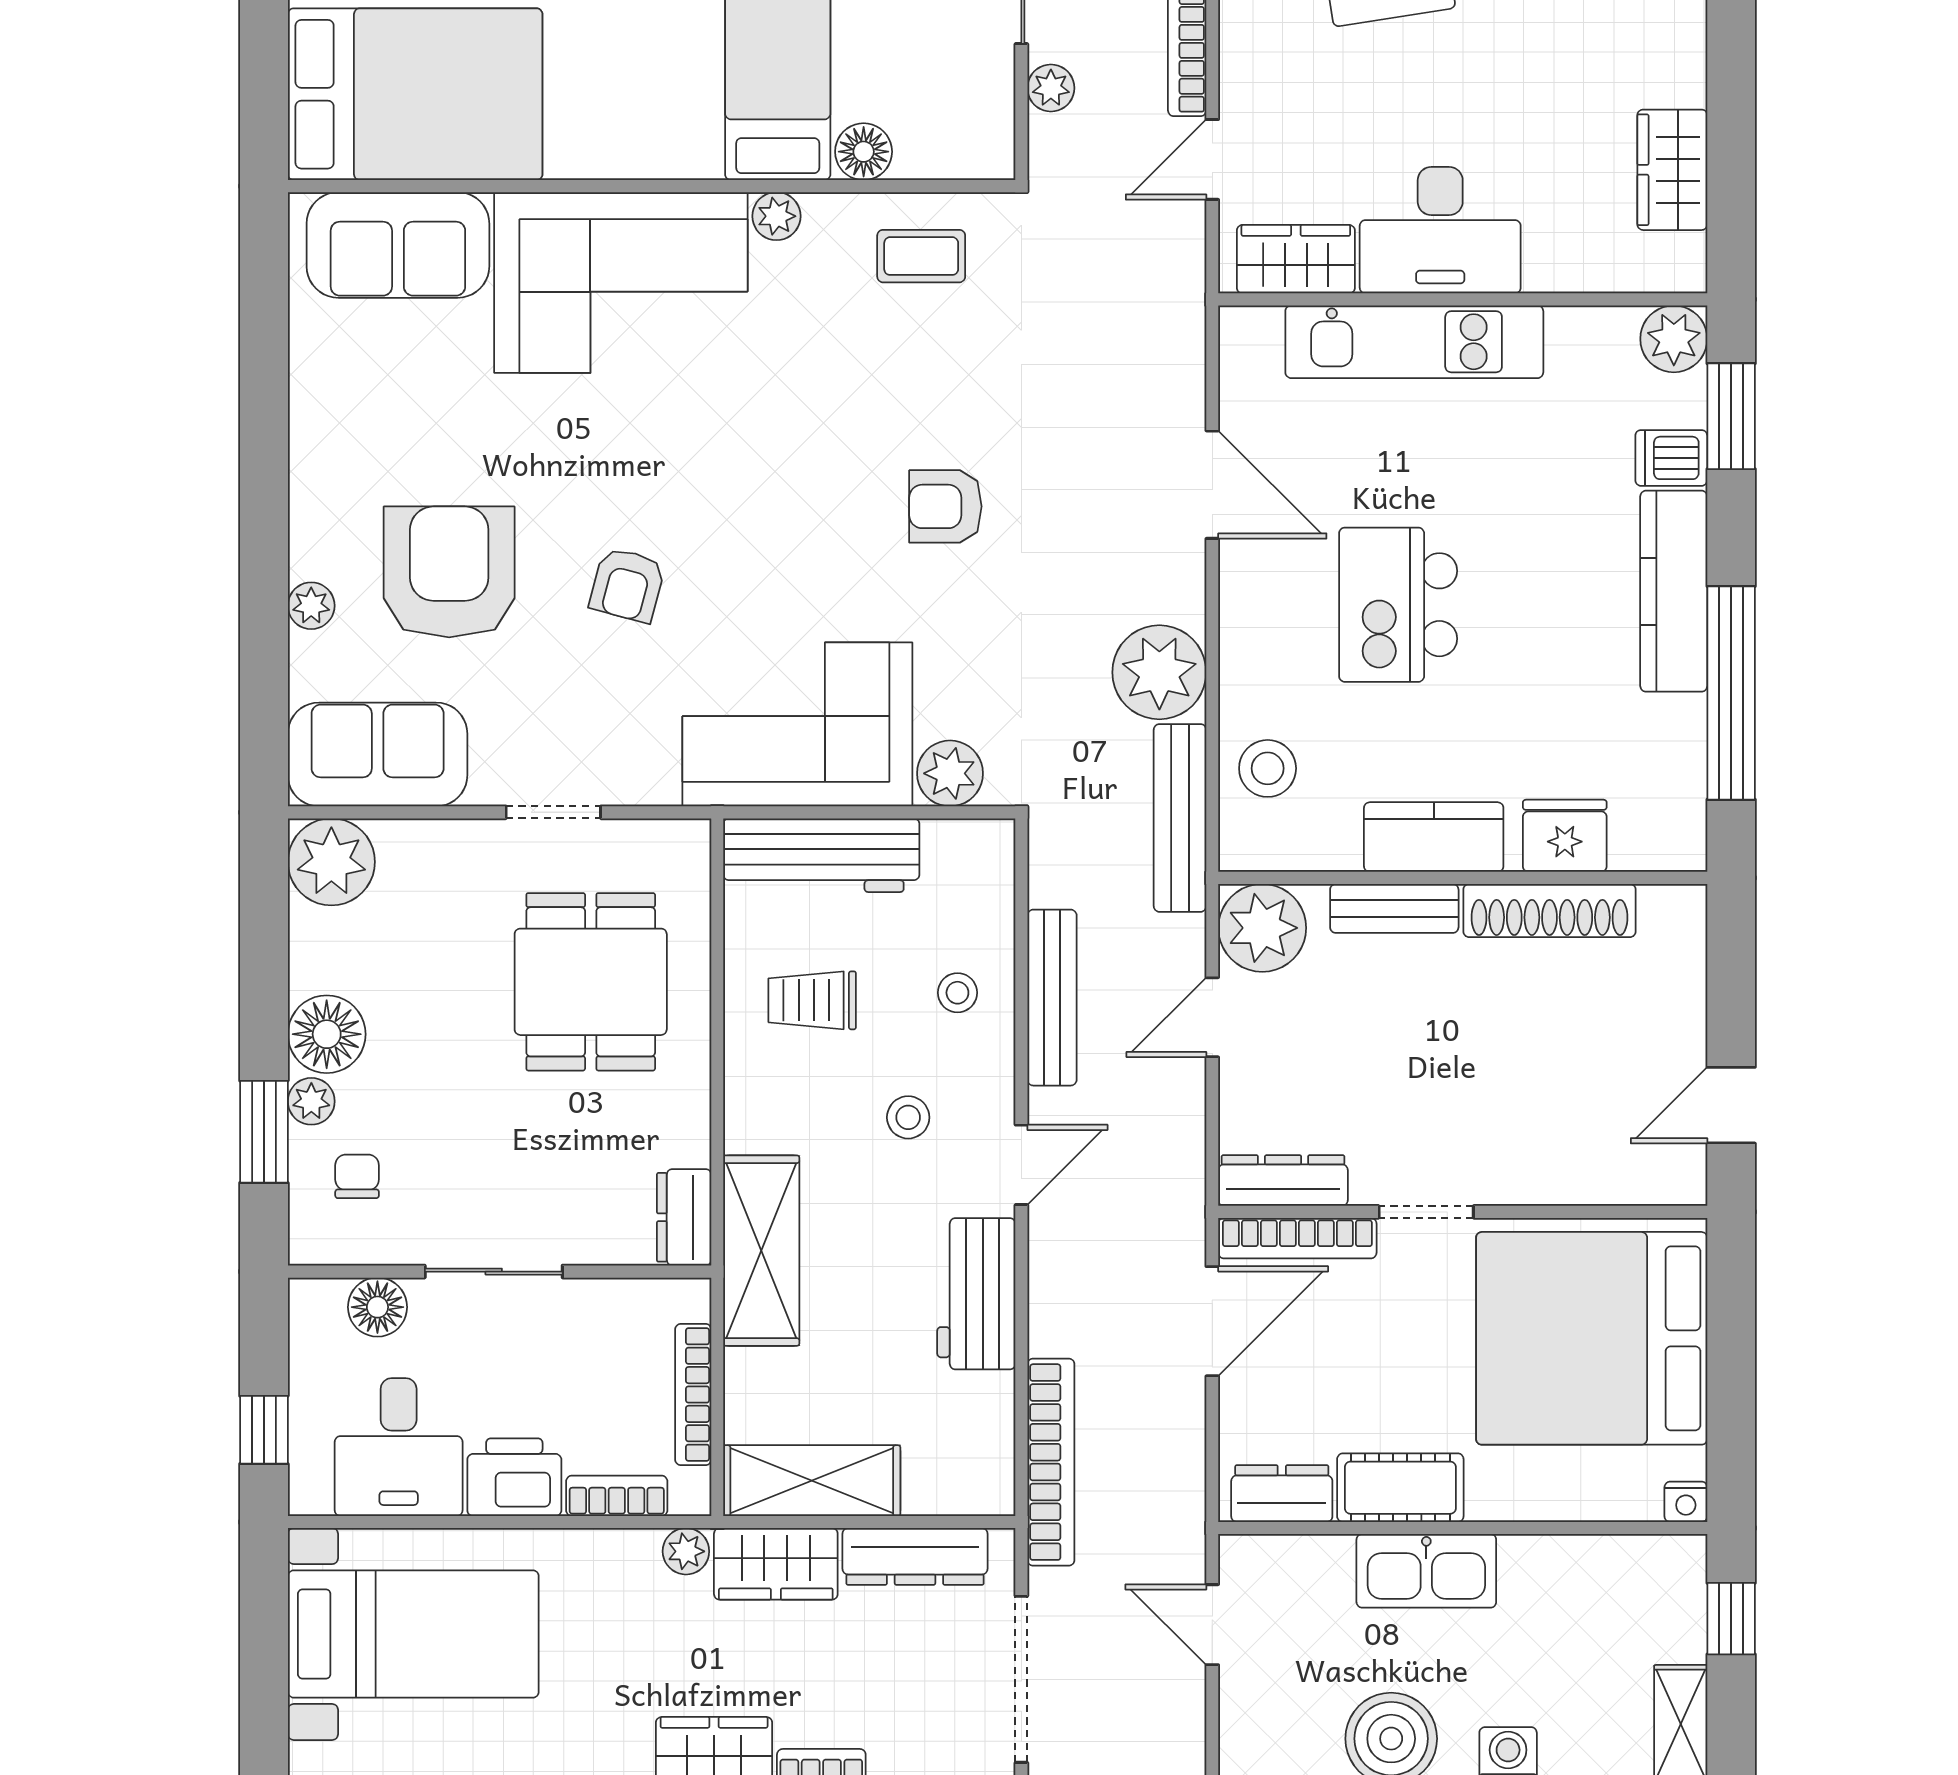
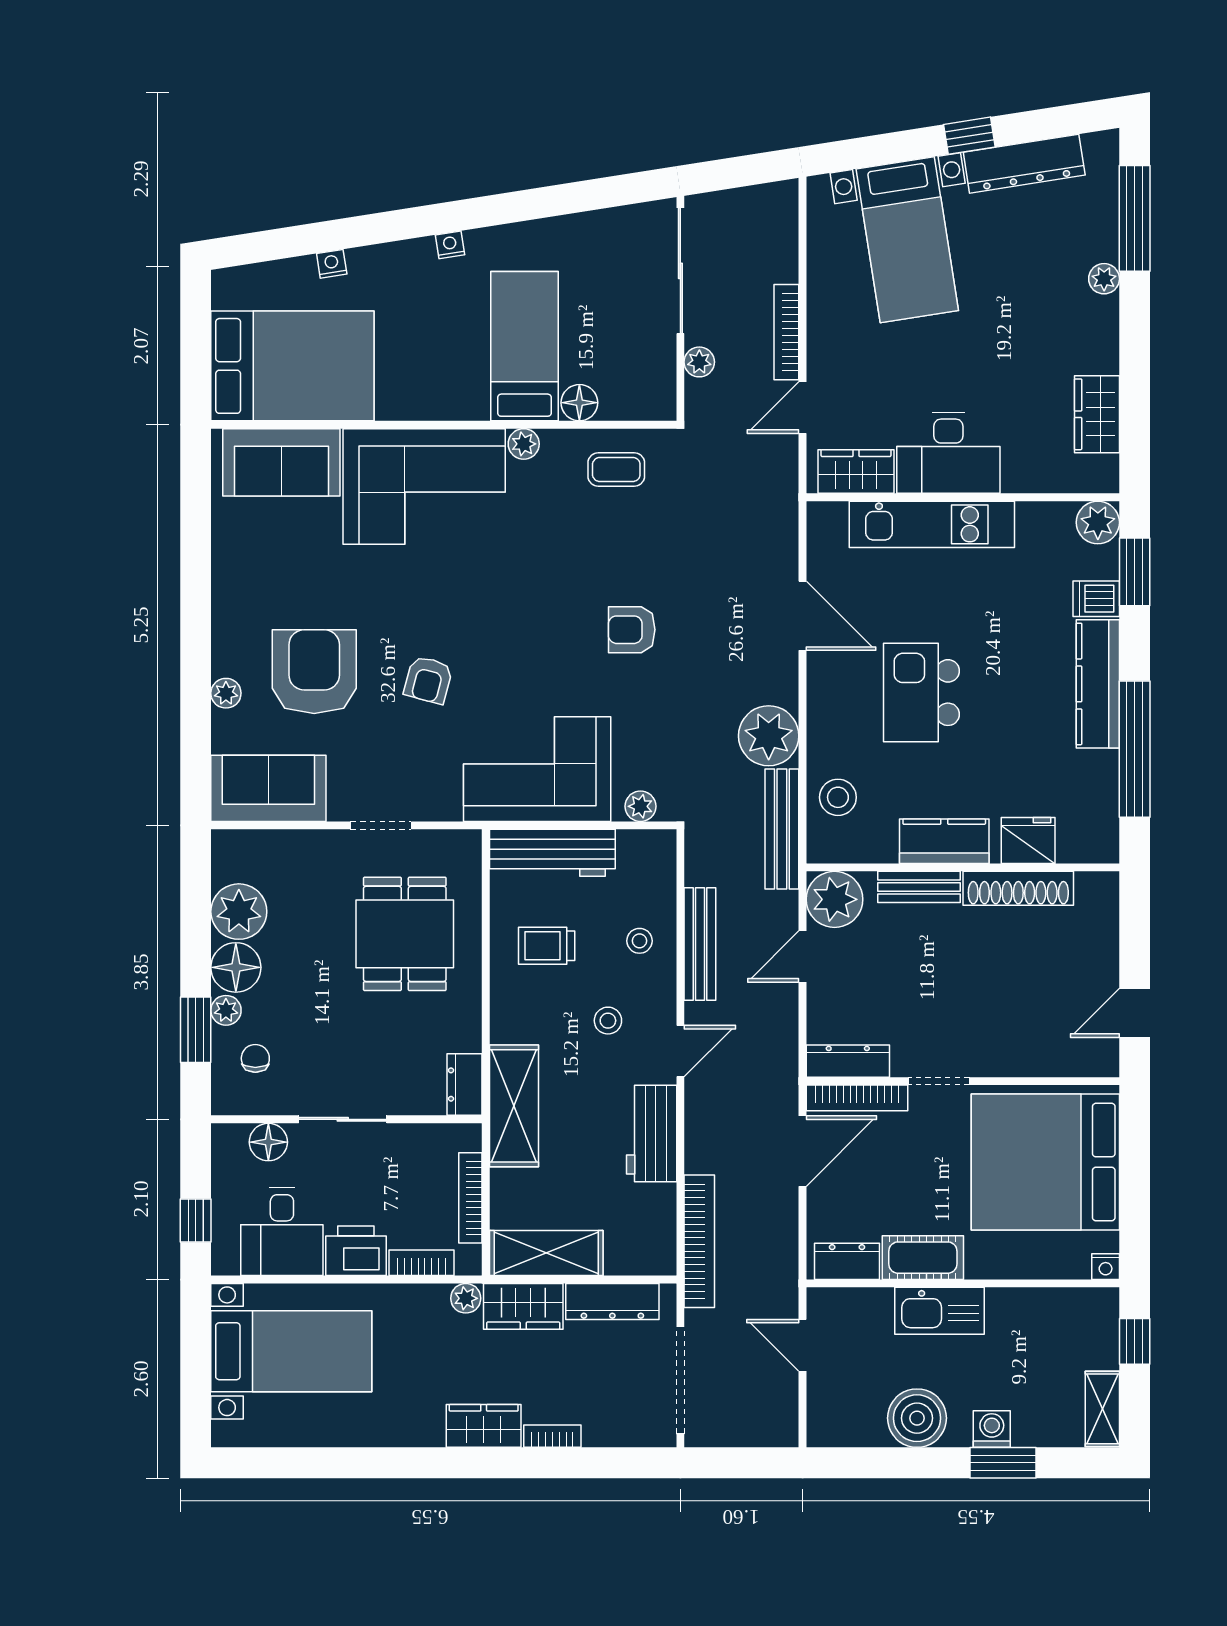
plant: (950, 773) -> (640, 806), width x0.73, depth x0.73
plant: (331, 862) -> (239, 912), moved

